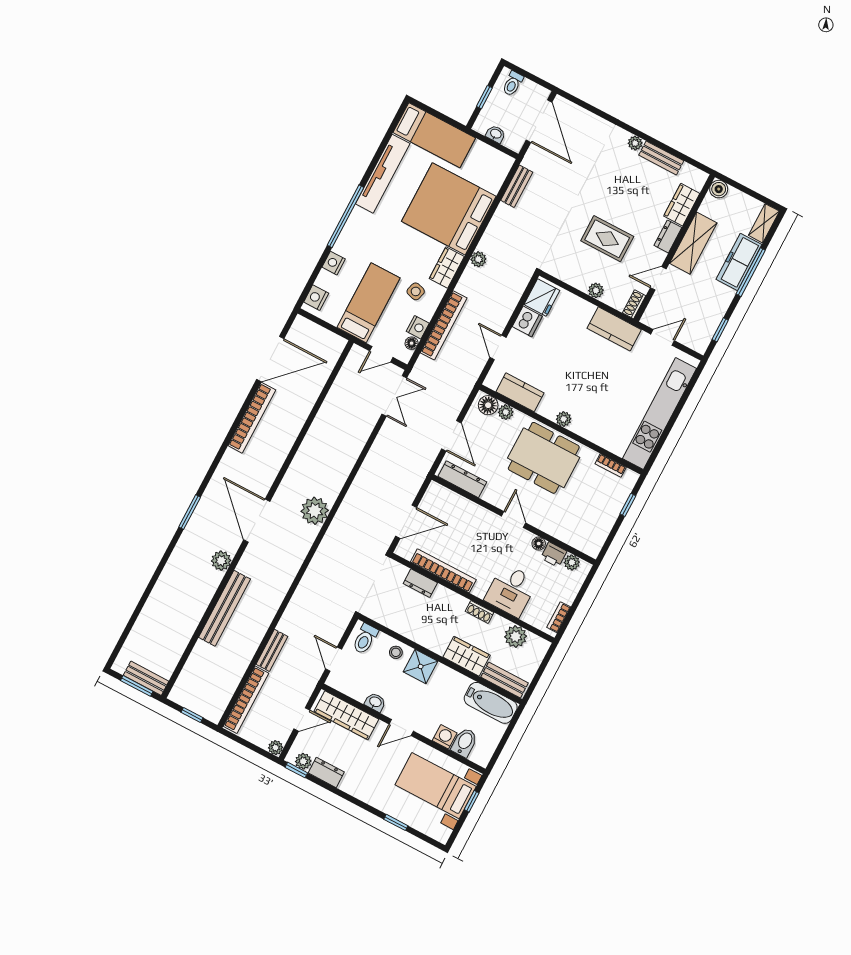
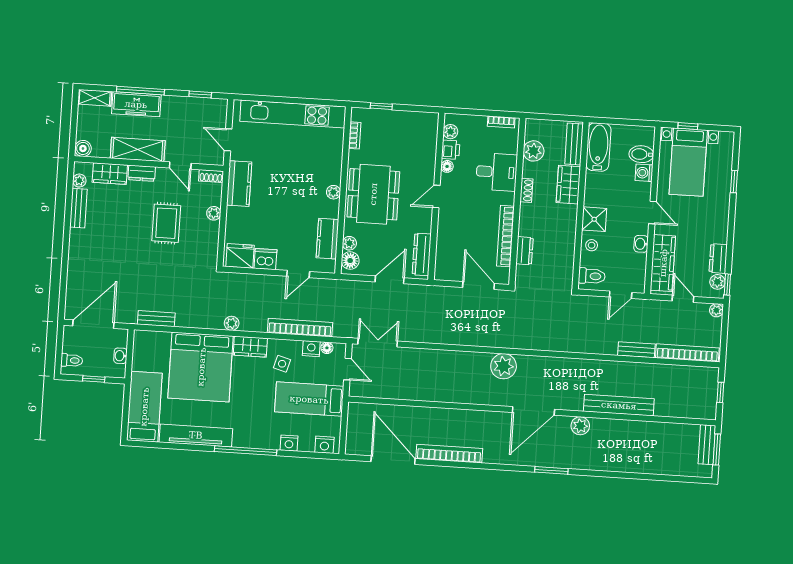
plant: (635, 143) -> (79, 181), moved

